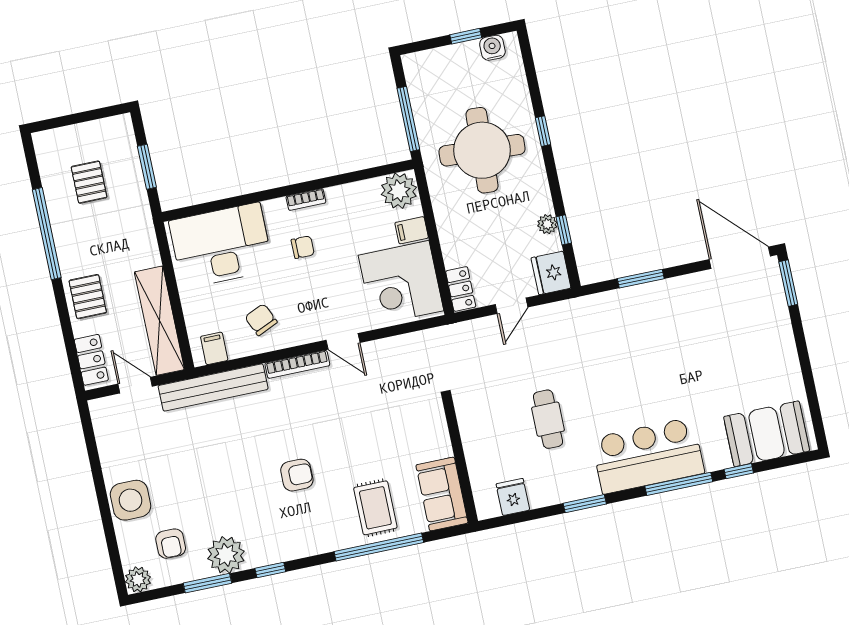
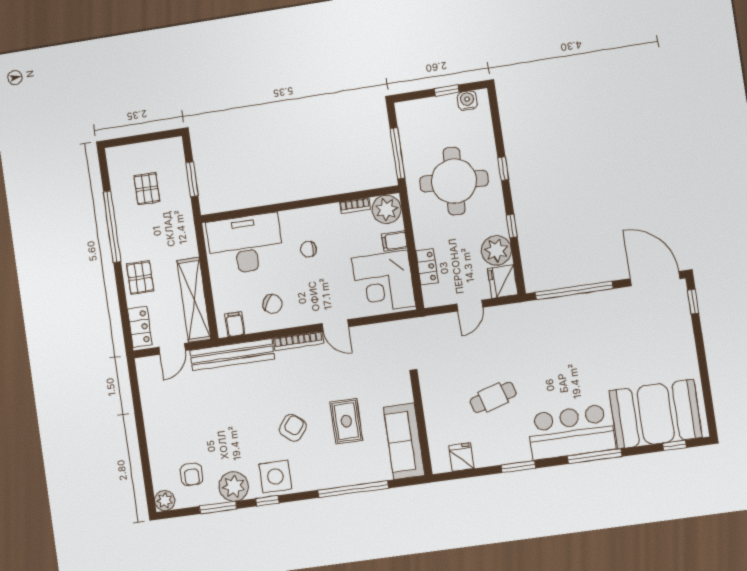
bookcase: (306, 200) -> (355, 206), moved
plant: (547, 224) -> (496, 250), width x1.87, depth x1.87
window: (564, 230) -> (512, 226), moved
chair: (303, 247) -> (308, 249), turned 180
window: (641, 279) -> (574, 290), width x2.11
window: (788, 283) -> (693, 301), width x0.67
locker: (461, 289) -> (427, 267), moved
chair: (261, 320) -> (273, 304), turned 145
door: (135, 385) -> (172, 349), swing flipped
cafe table: (548, 419) -> (493, 397), turned 74
booth: (767, 434) -> (656, 414), width x1.36, depth x1.42
window: (739, 471) -> (674, 445), moved
armchair: (297, 475) -> (293, 428), turned -52
sofa: (442, 494) -> (404, 441), width x1.36
side table: (131, 500) -> (275, 476), moved
rug: (375, 508) -> (346, 421), moved

